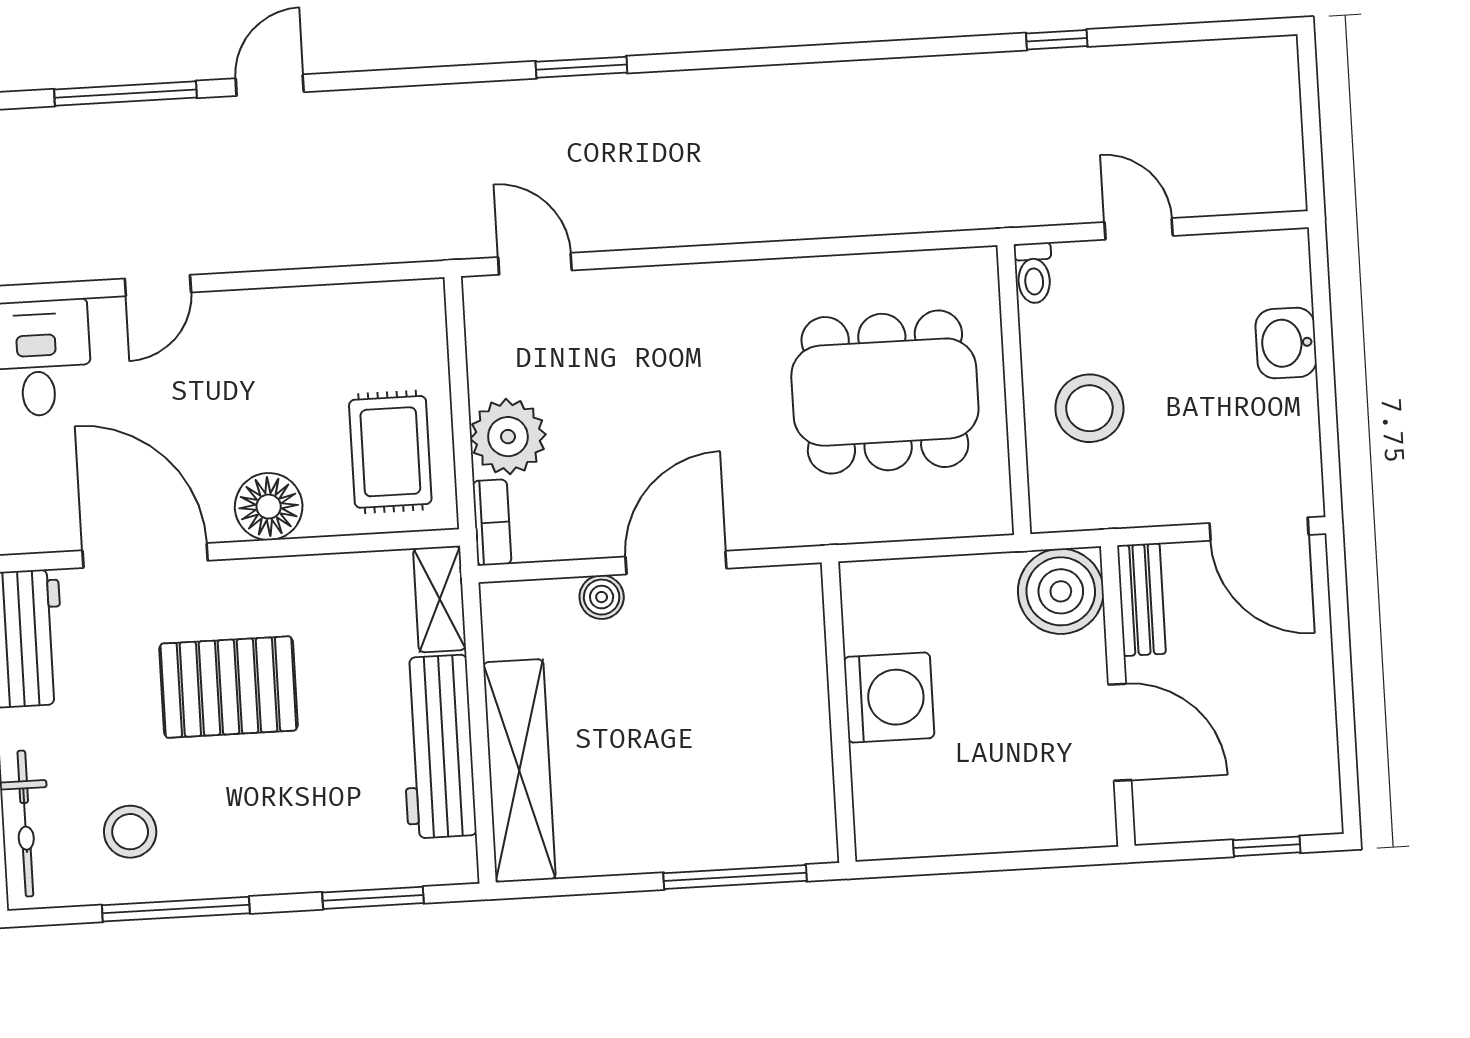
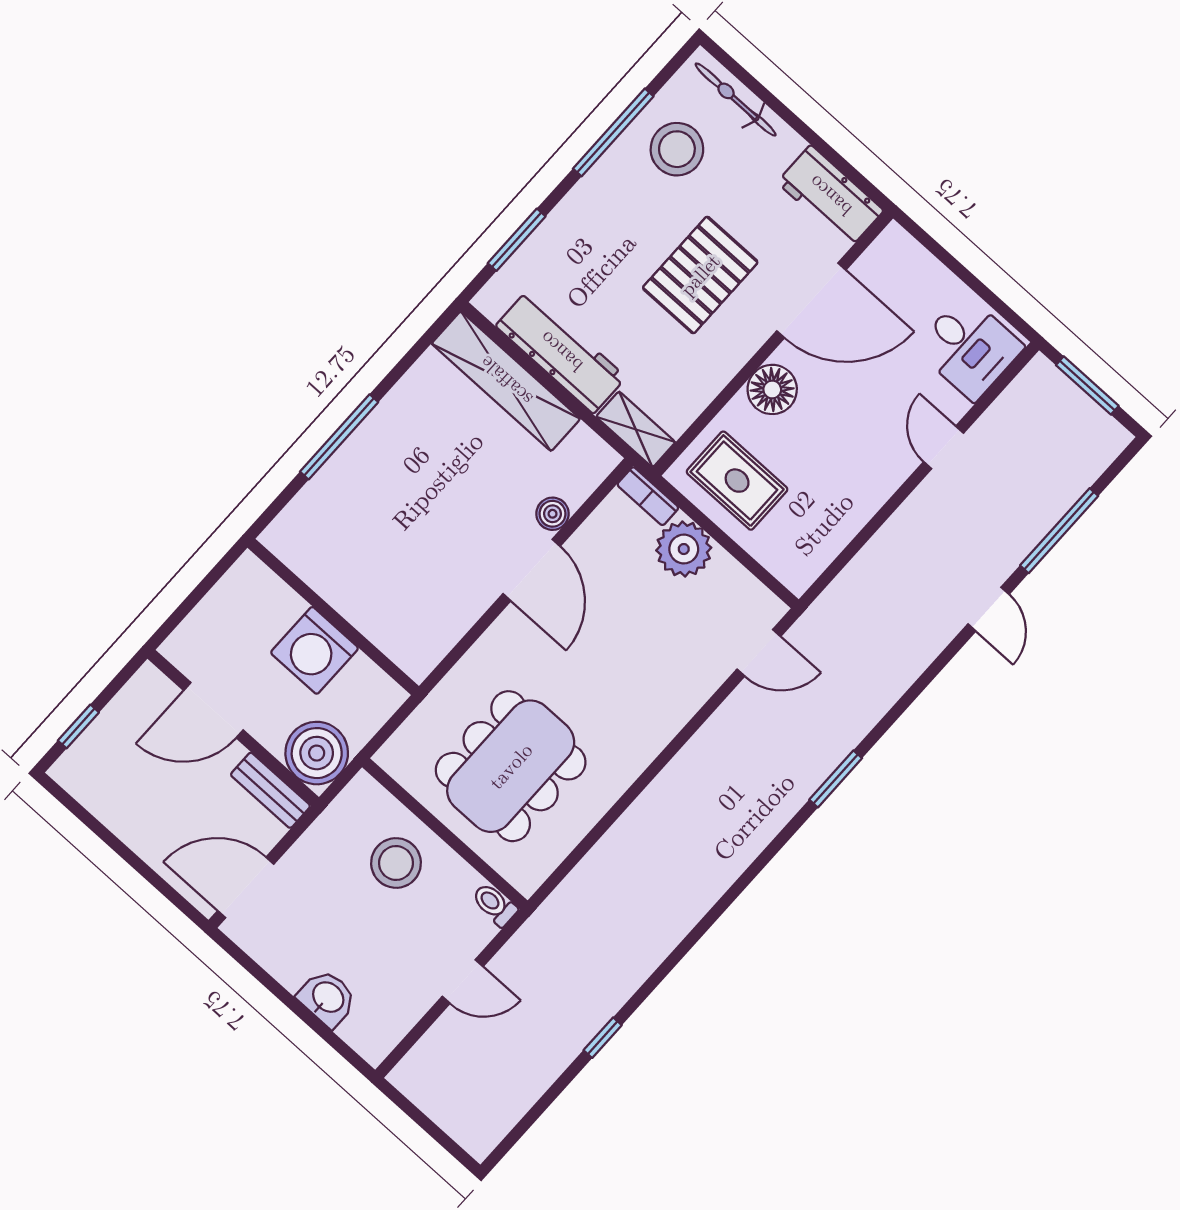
washing machine: (889, 698) -> (315, 650), moved
wall: (839, 712) -> (333, 617), moved
stool: (130, 832) -> (677, 149), width x1.38, depth x1.38

